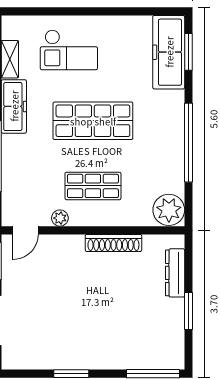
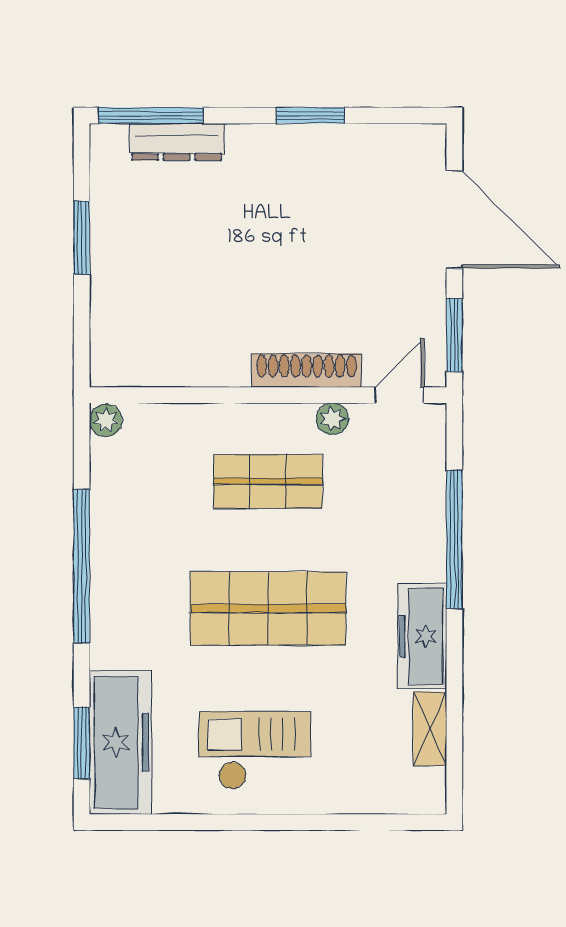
checkout: (69, 50) -> (255, 750), moved
plant: (169, 210) -> (106, 420), width x0.53, depth x0.53
shoe rack: (113, 243) -> (307, 370), moved
dresser: (175, 273) -> (177, 142), moved, turned 90

